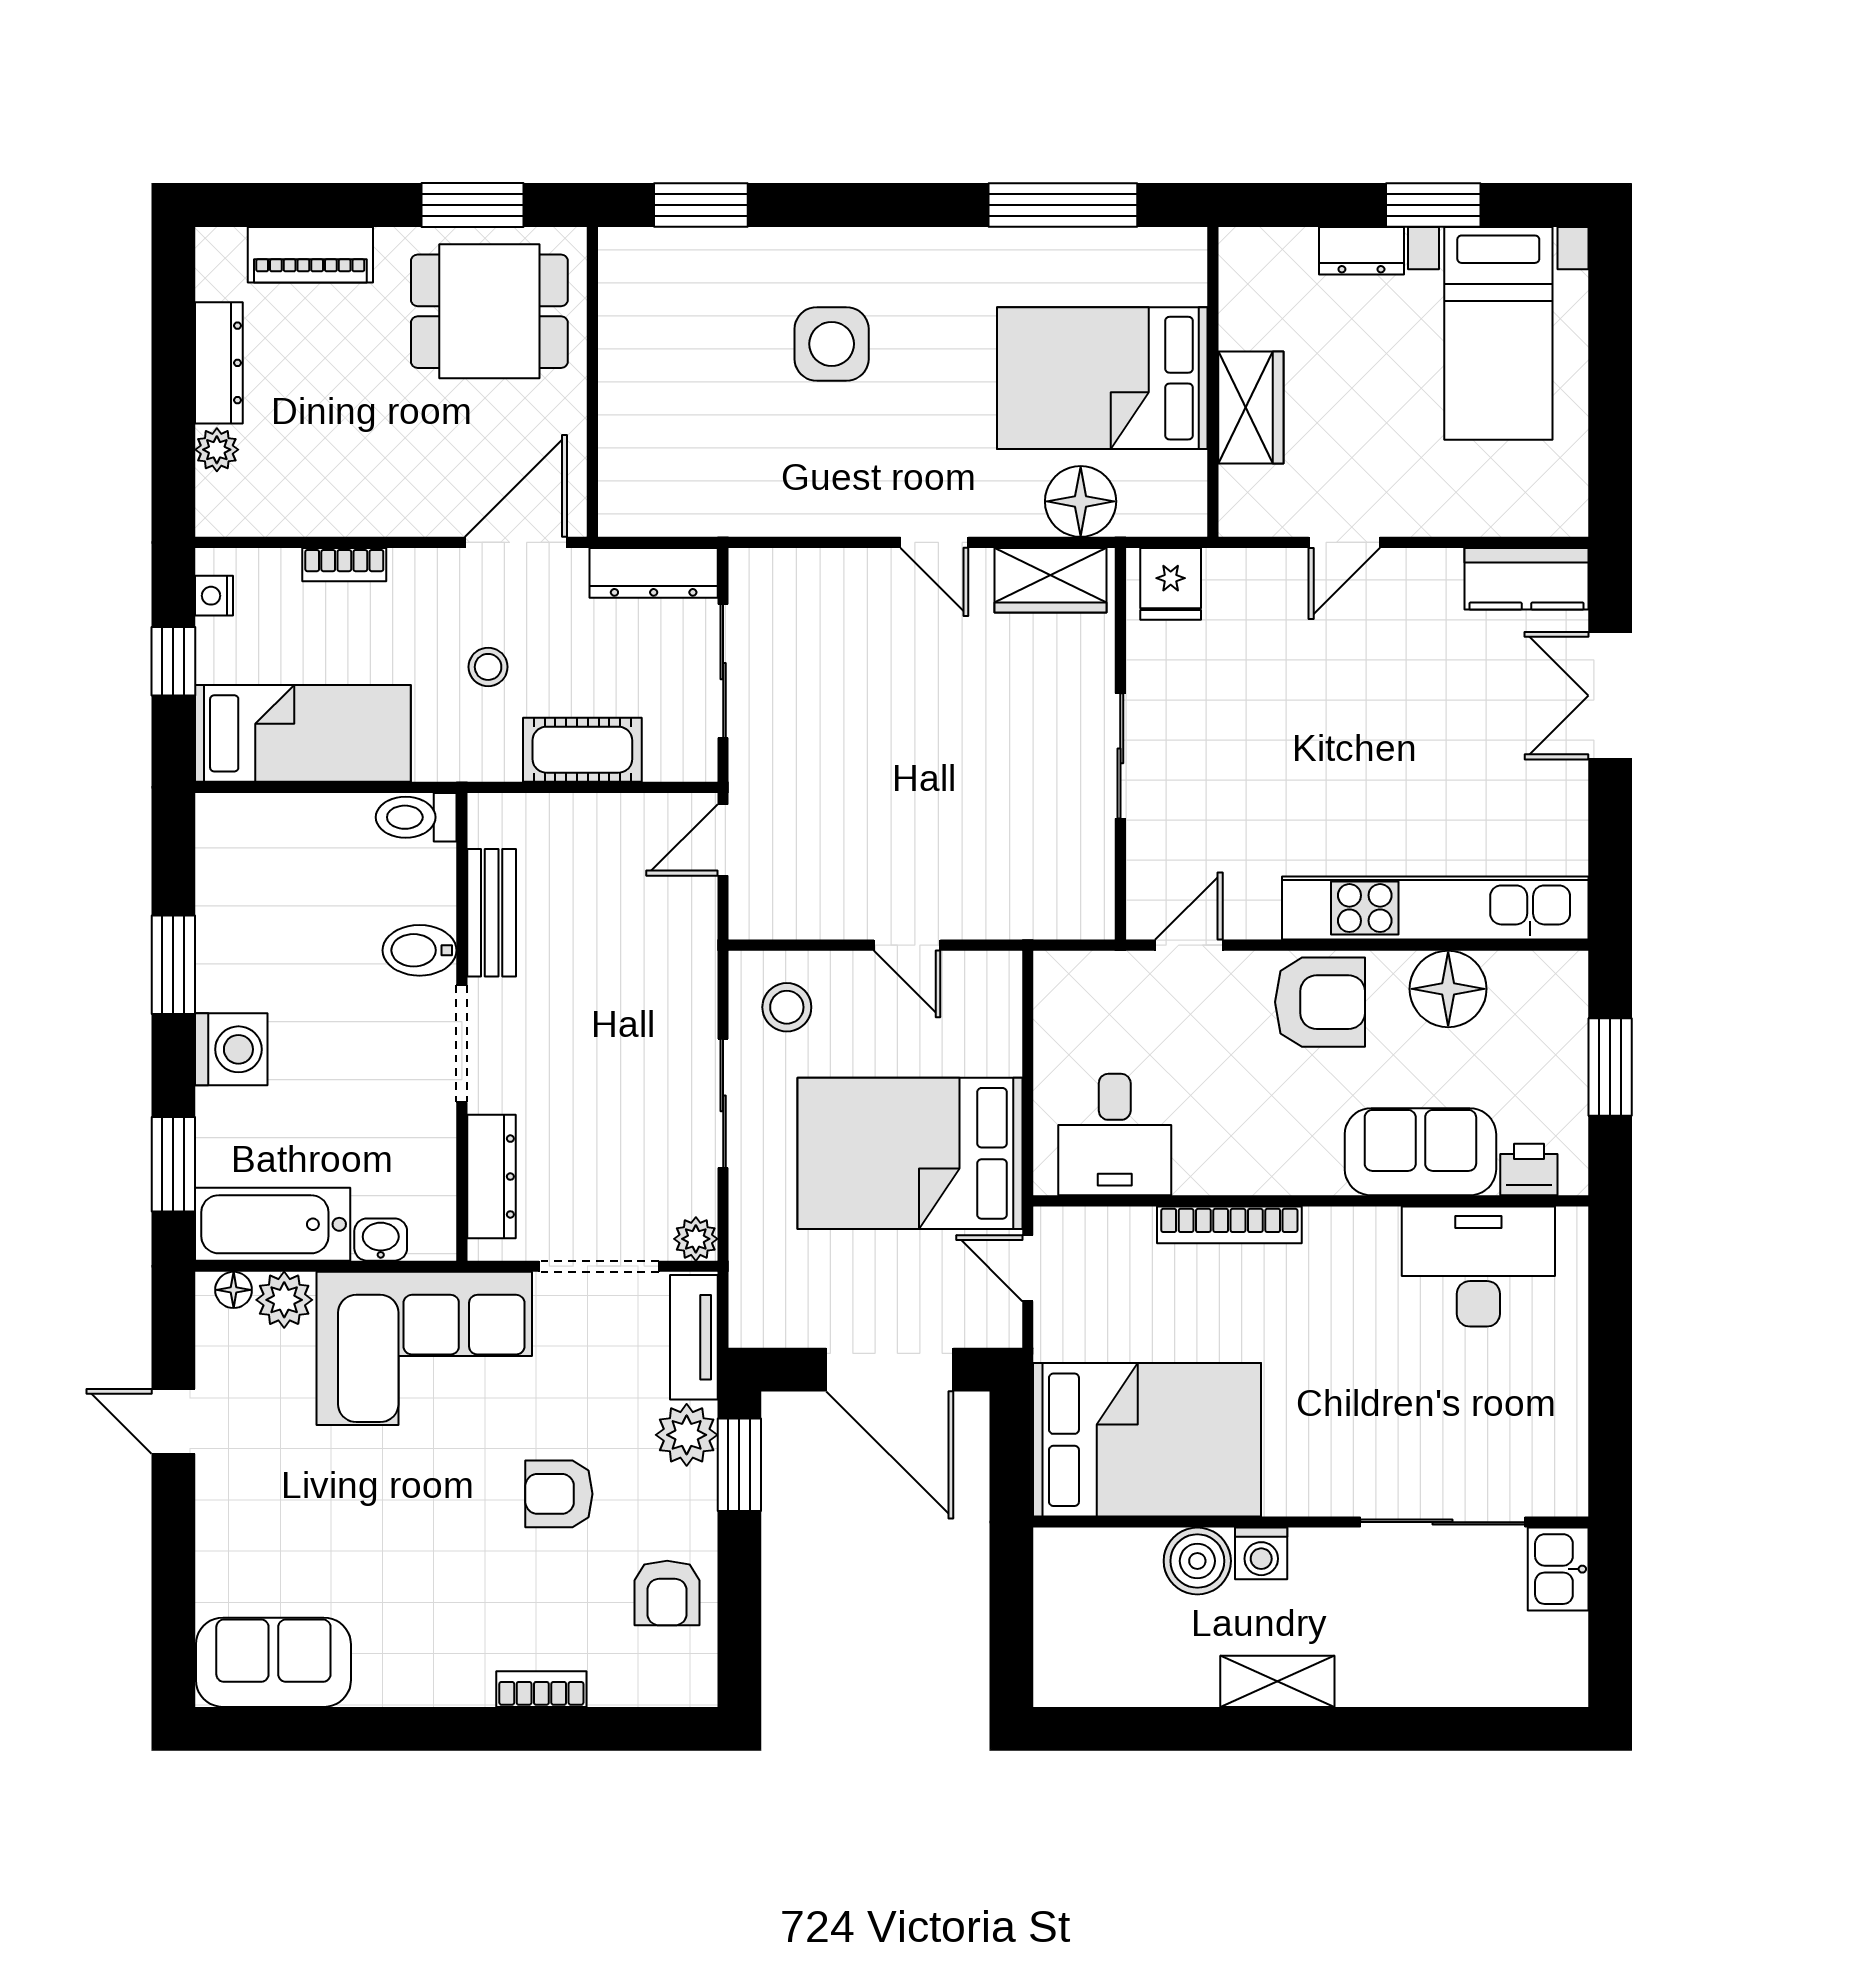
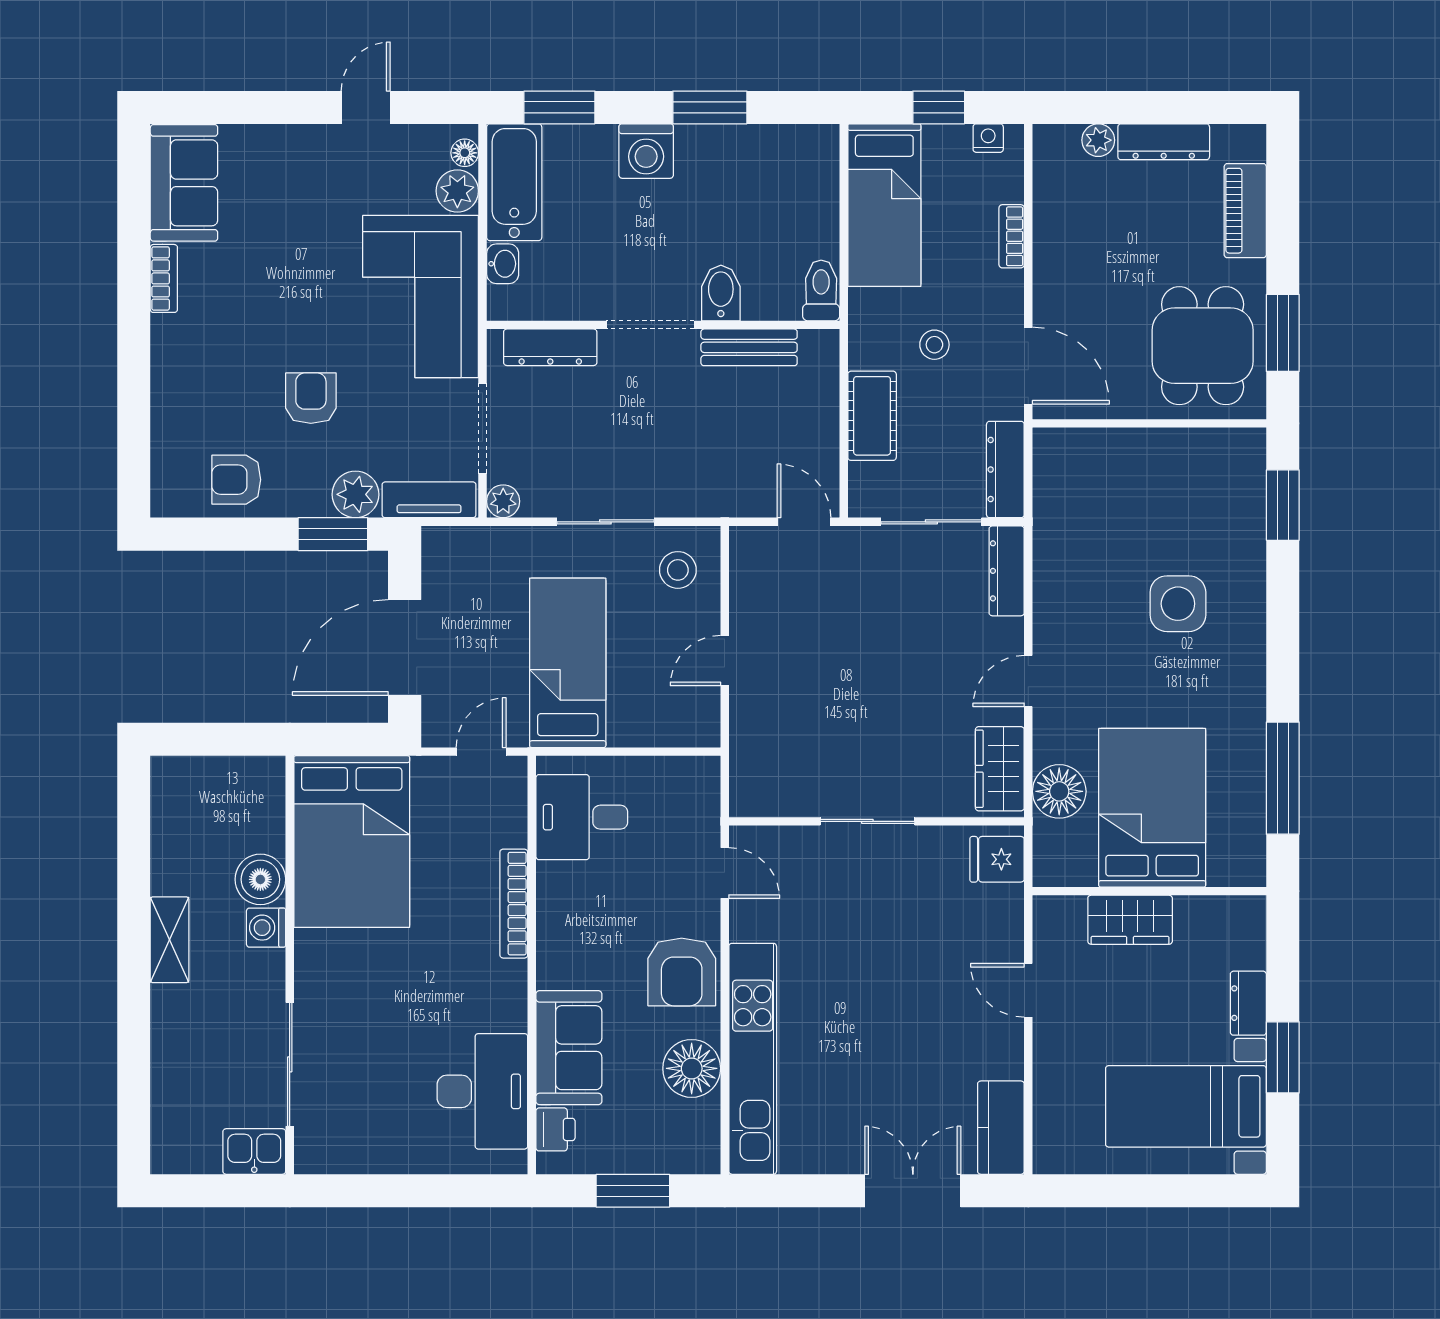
dresser: (788, 571) -> (1007, 571), added
bed: (910, 1153) -> (568, 663), width x0.67
bookcase: (541, 1689) -> (164, 278), moved

